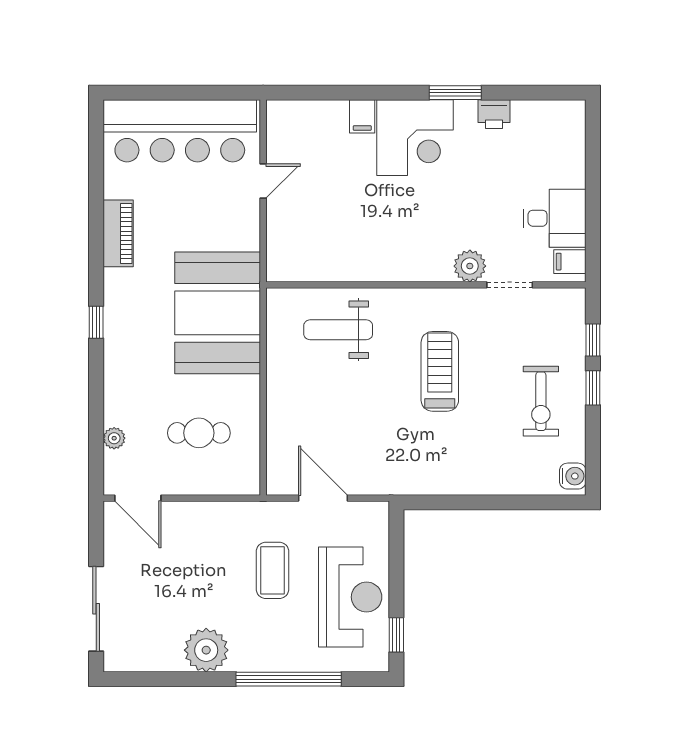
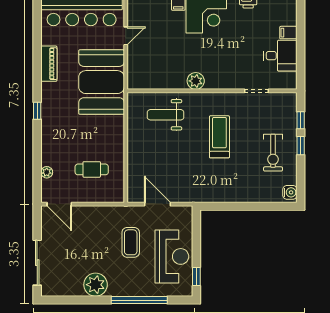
filing cabinet: (570, 262) -> (288, 33), moved
plant: (470, 266) -> (196, 81), moved
booth: (218, 313) -> (102, 82), moved

